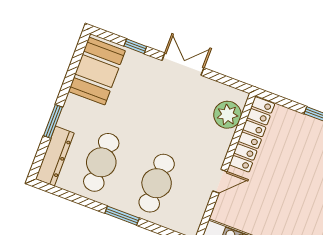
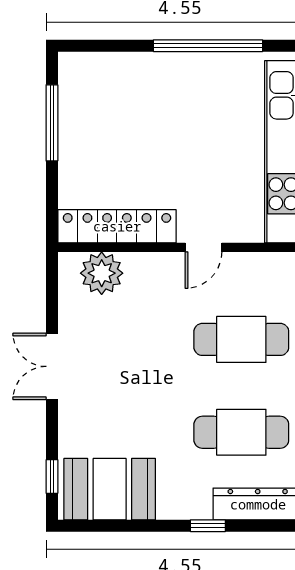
window: (135, 46) -> (52, 476), moved
window: (53, 121) -> (208, 526), width x0.67
door: (220, 181) -> (203, 247), swing flipped

